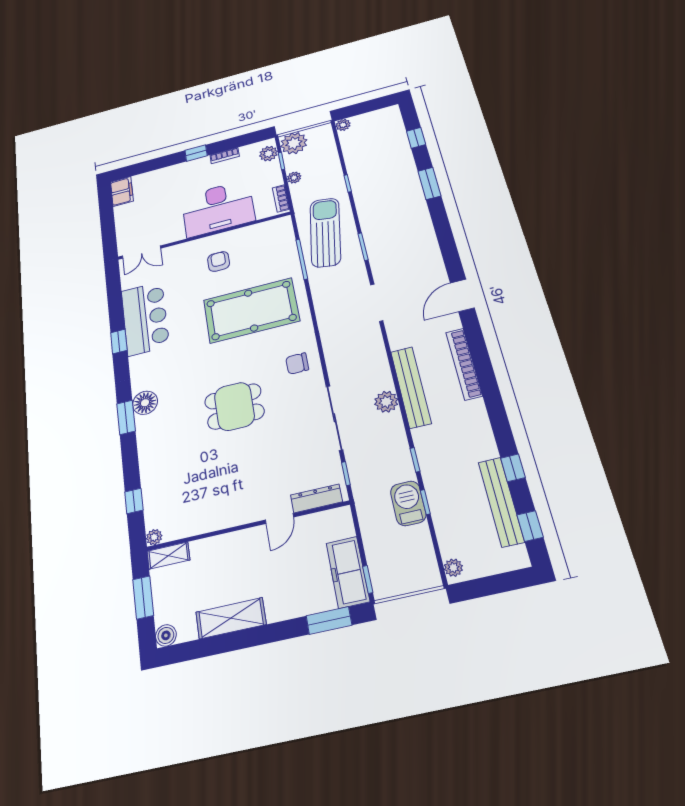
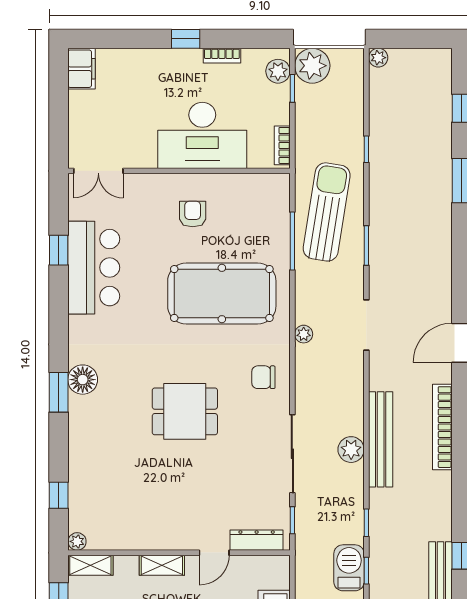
plant: (294, 178) -> (304, 334), moved
window: (119, 341) -> (59, 250), moved
shelving: (233, 541) -> (162, 565), added

